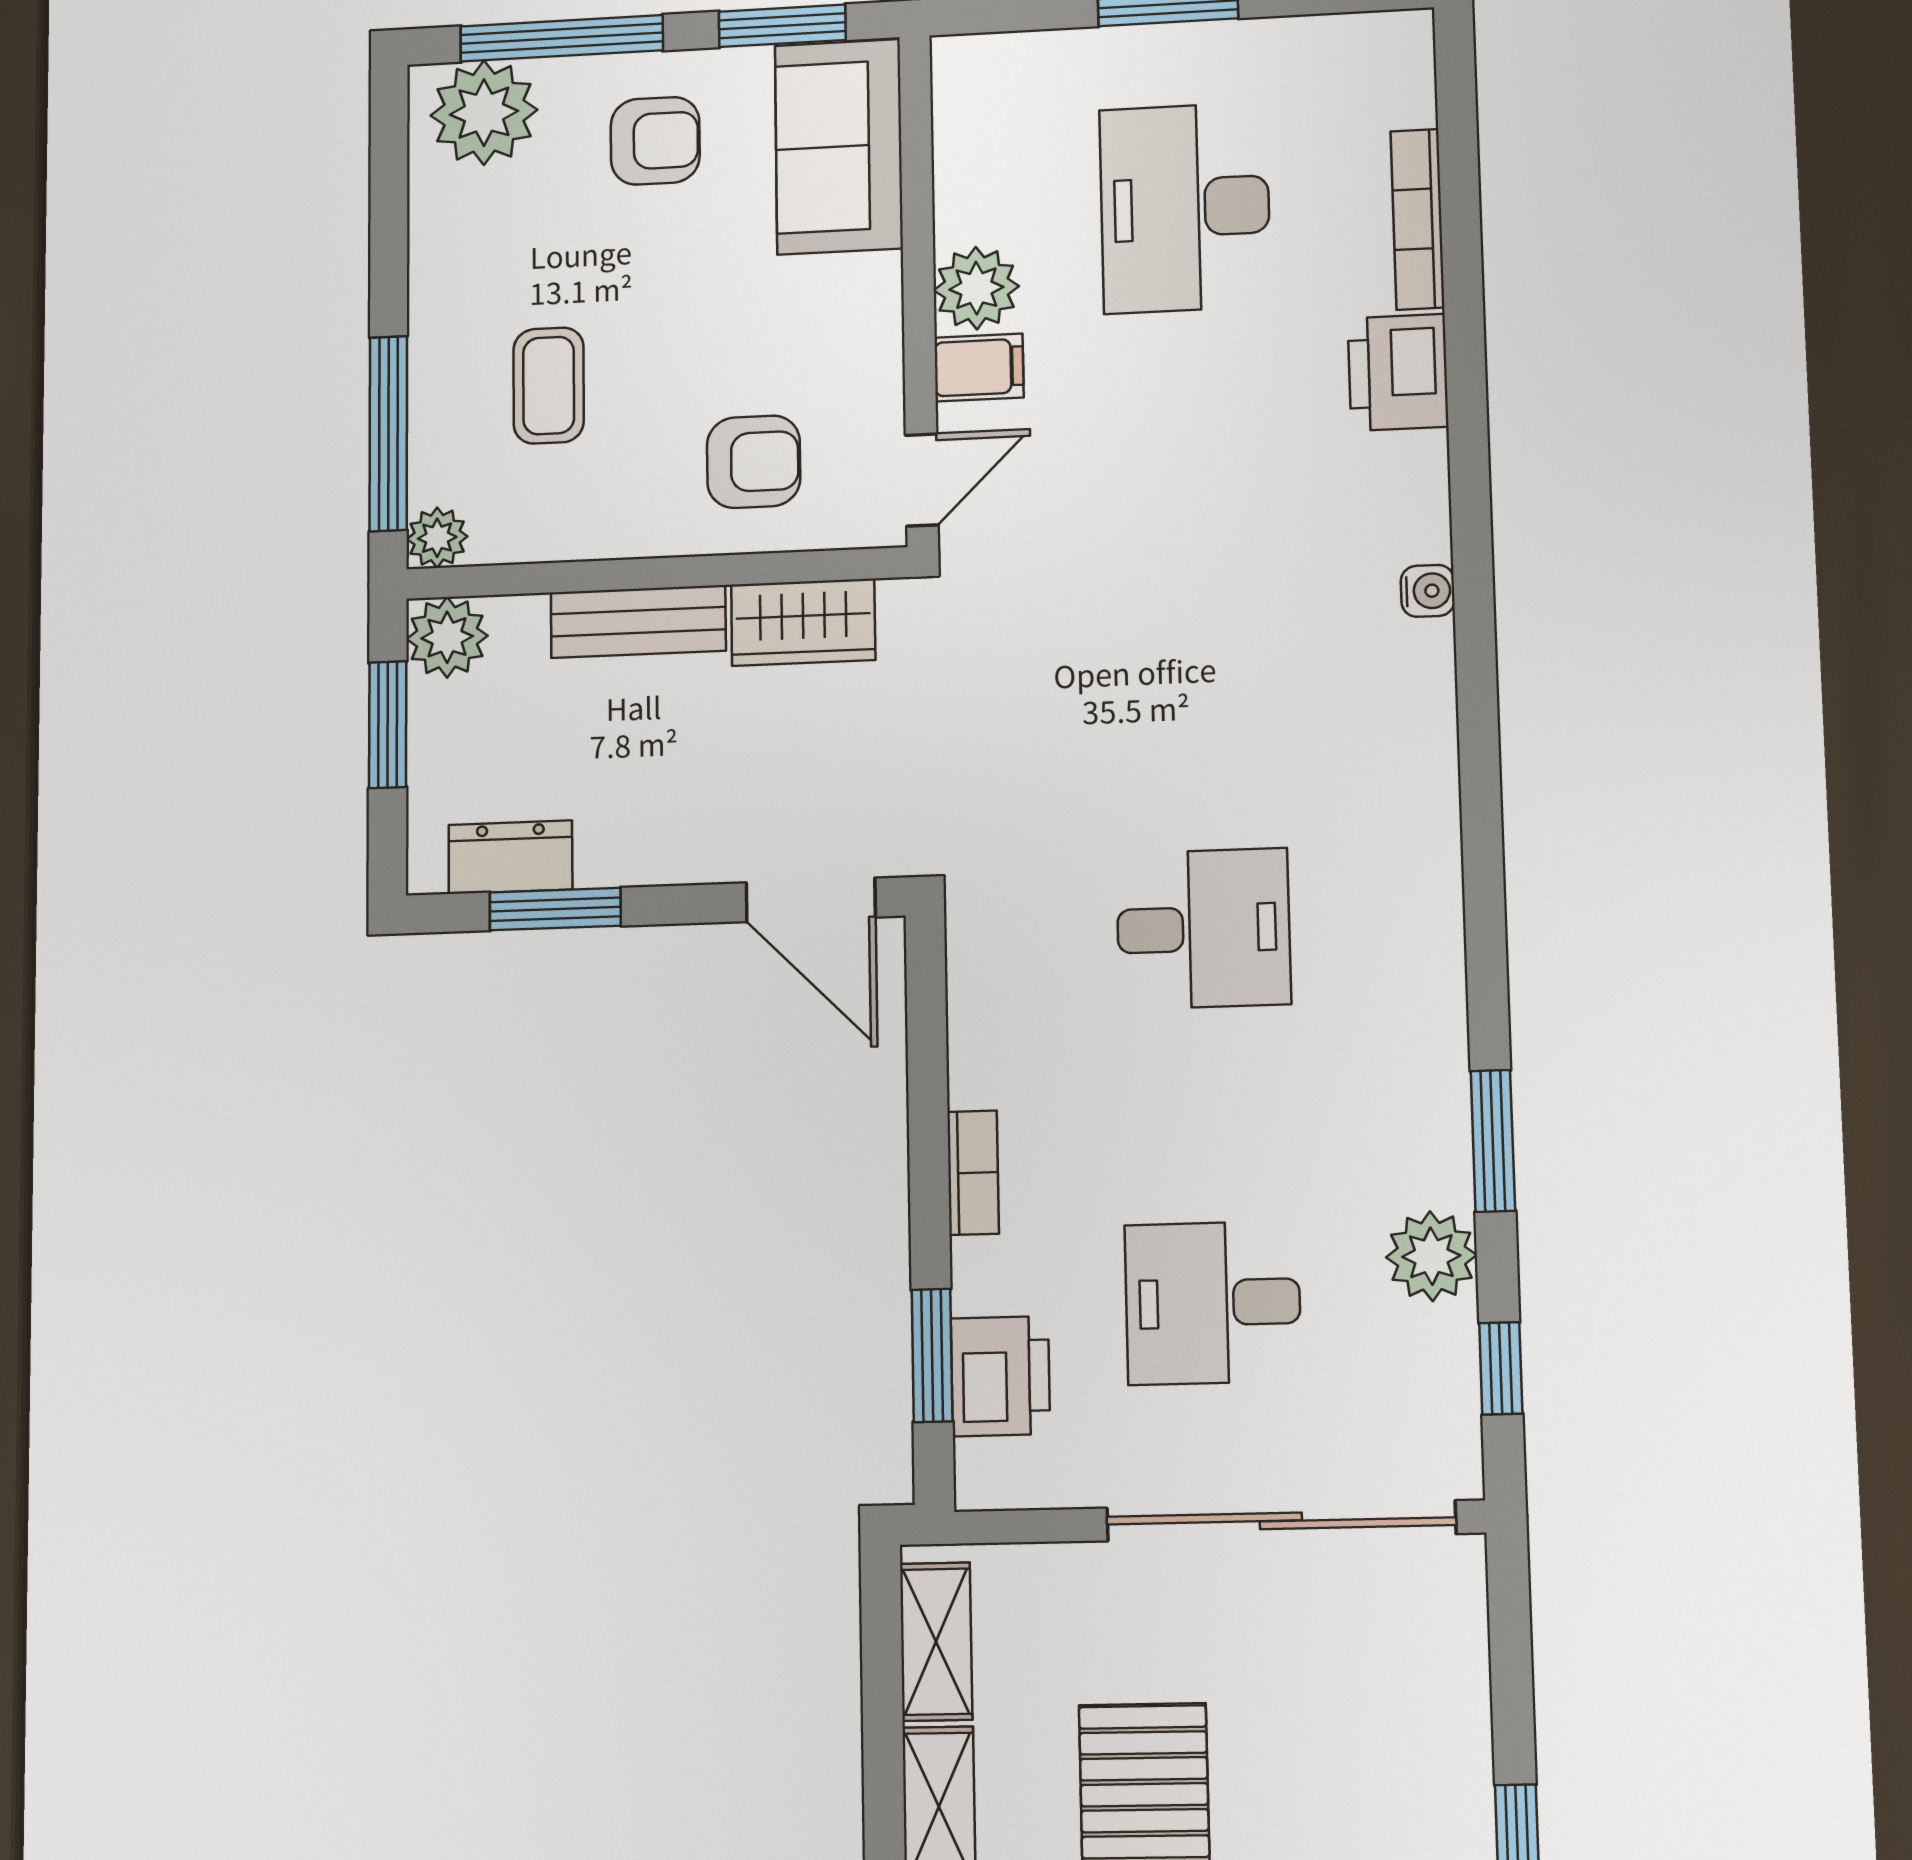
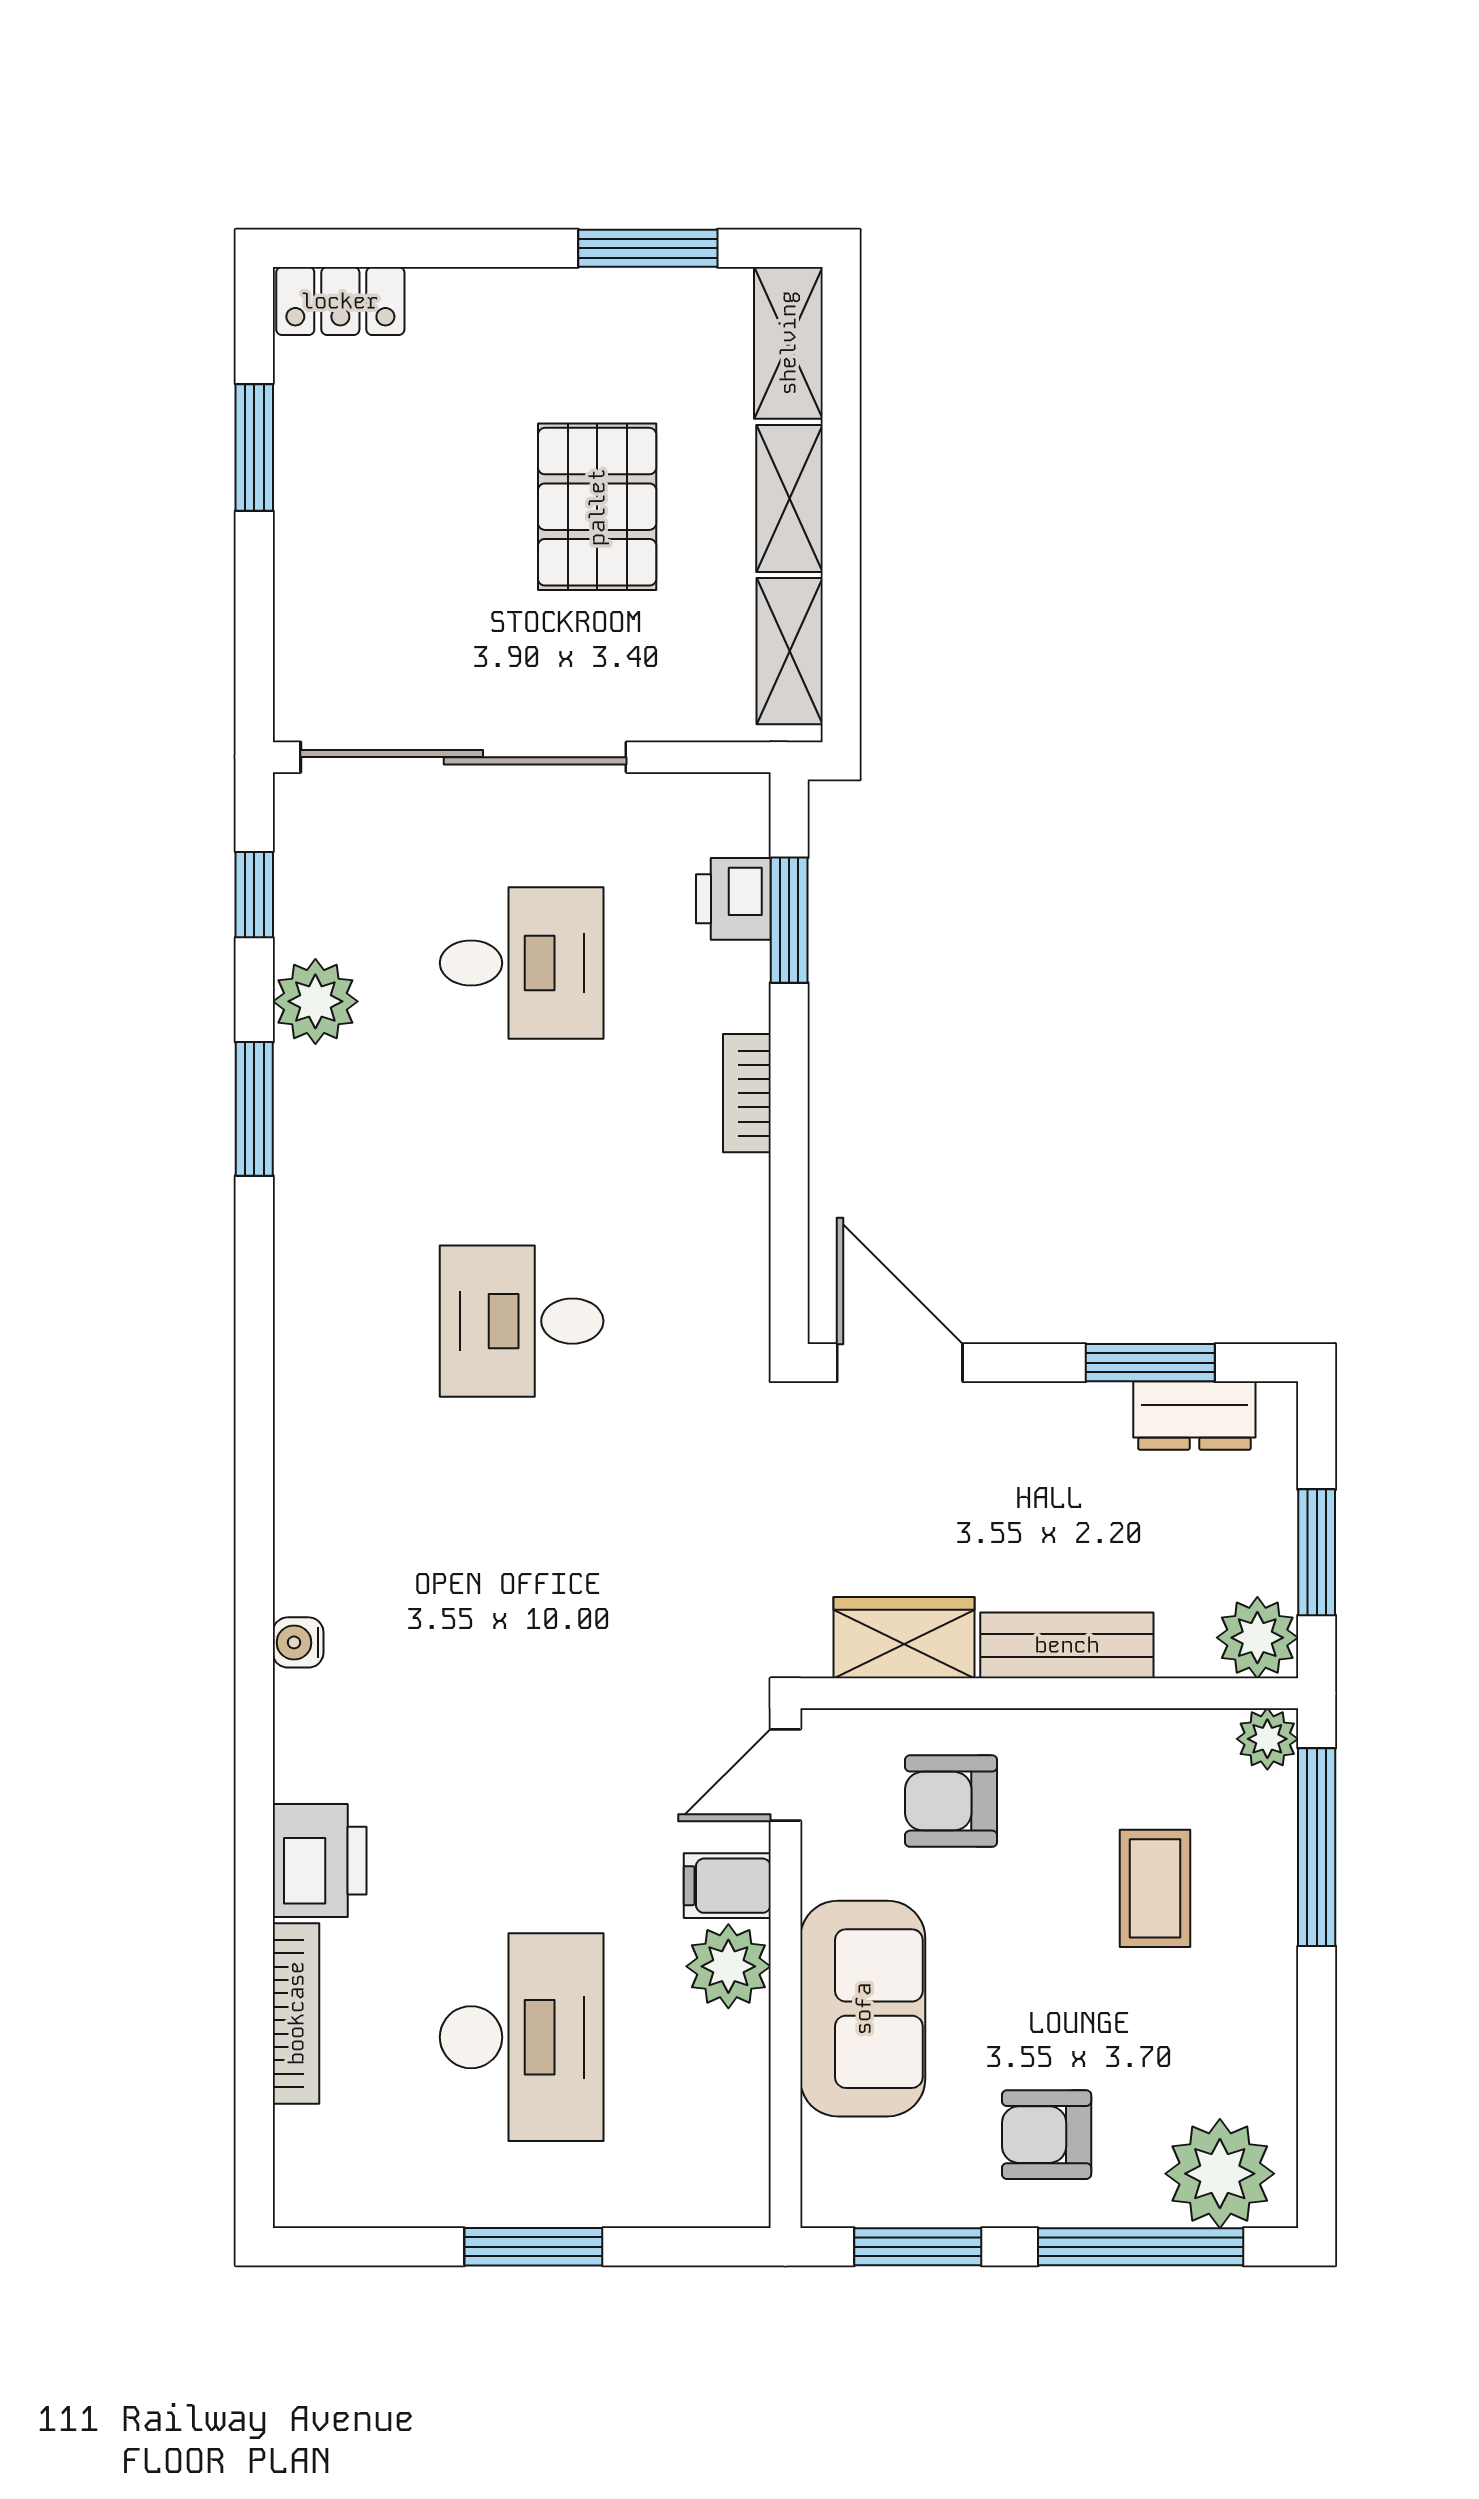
sofa: (839, 147) -> (863, 2009), moved
printer: (1000, 1376) -> (733, 899), width x0.73, depth x0.81

